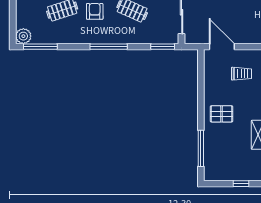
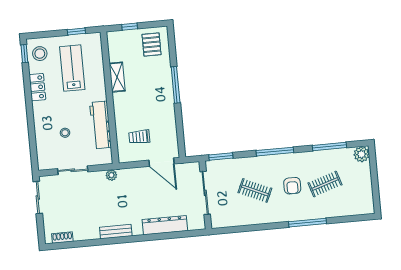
window: (40, 47) -> (329, 146), moved
pallet: (221, 114) -> (152, 45), moved, turned 90
window: (201, 148) -> (176, 85), moved

